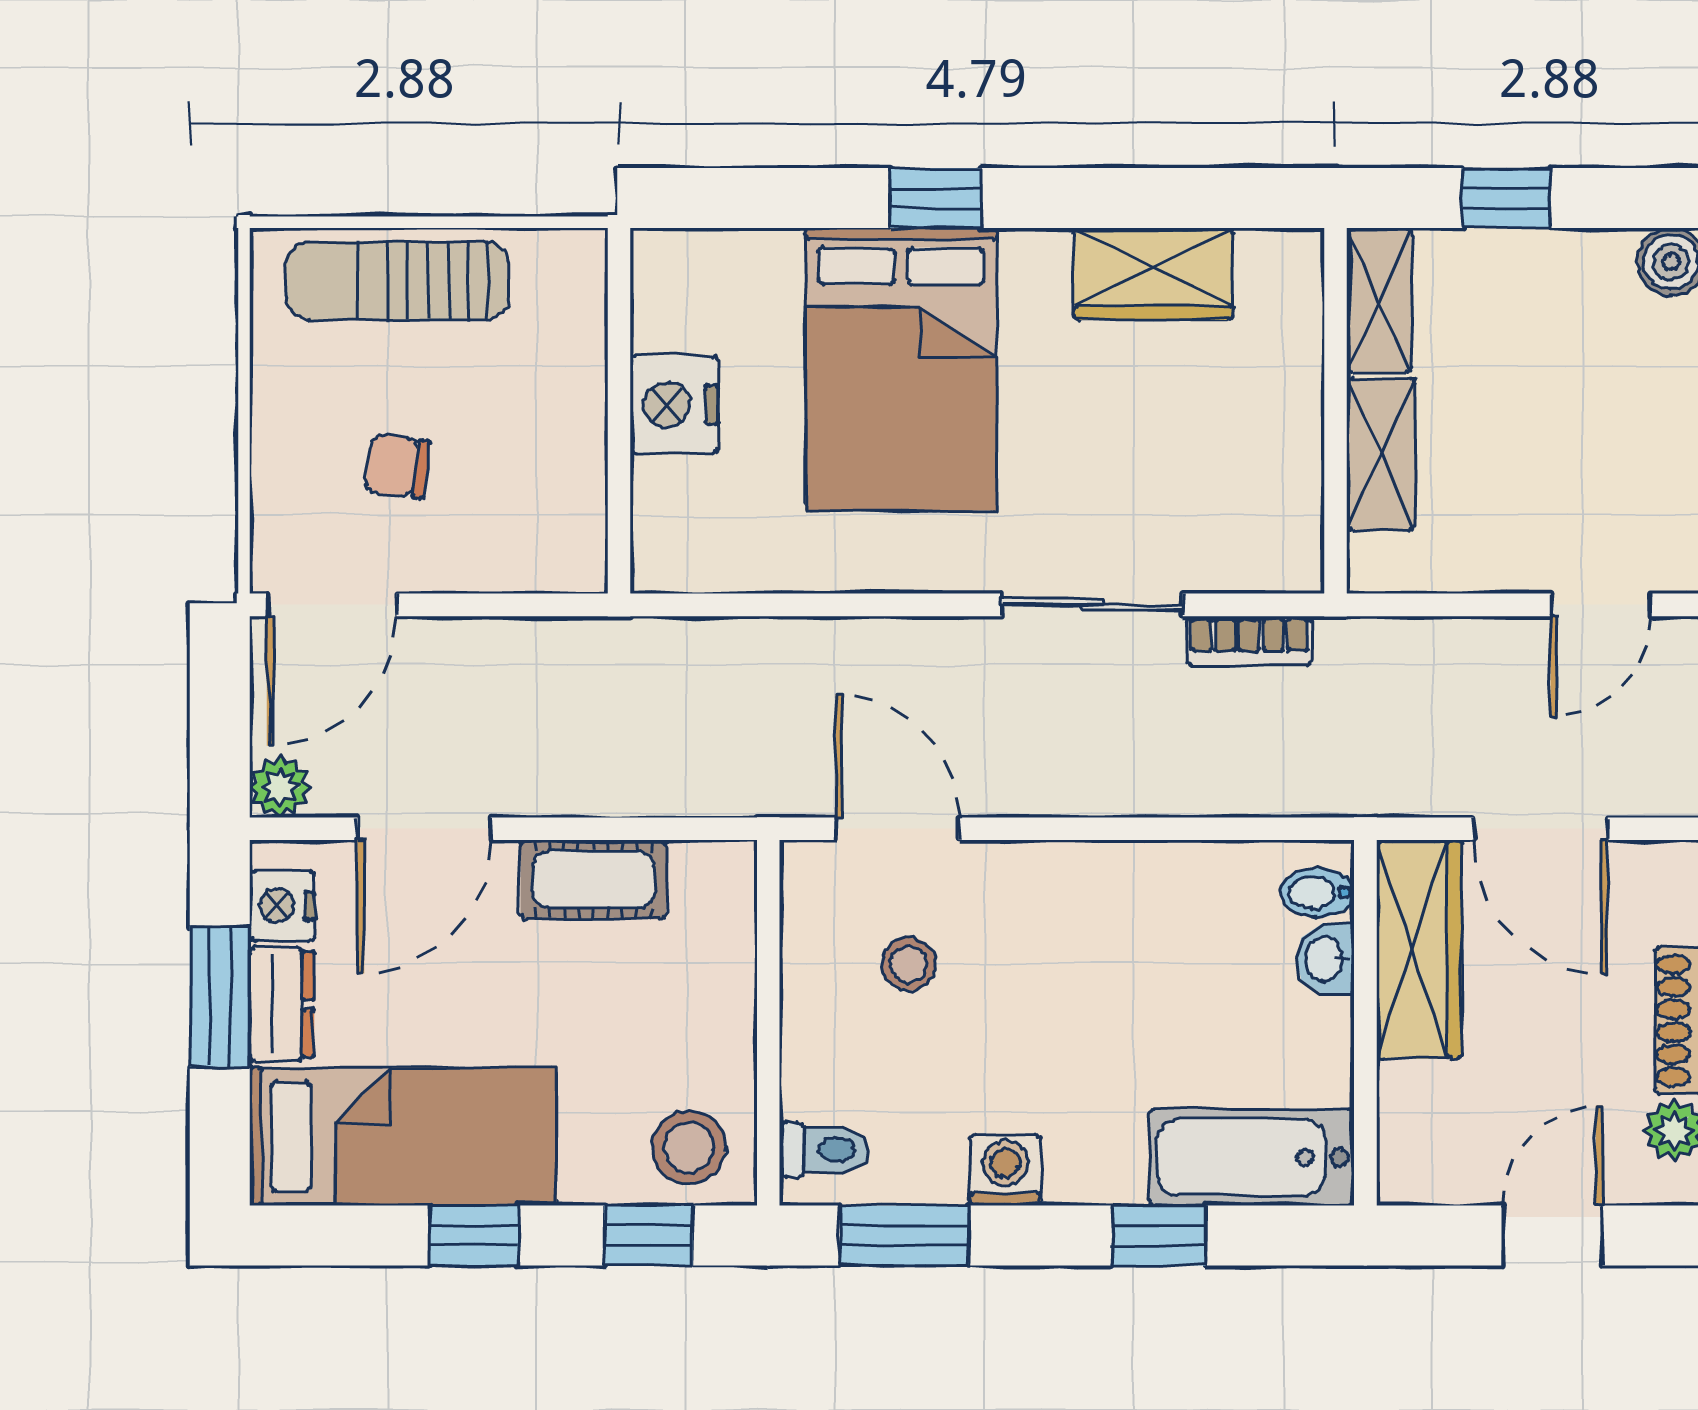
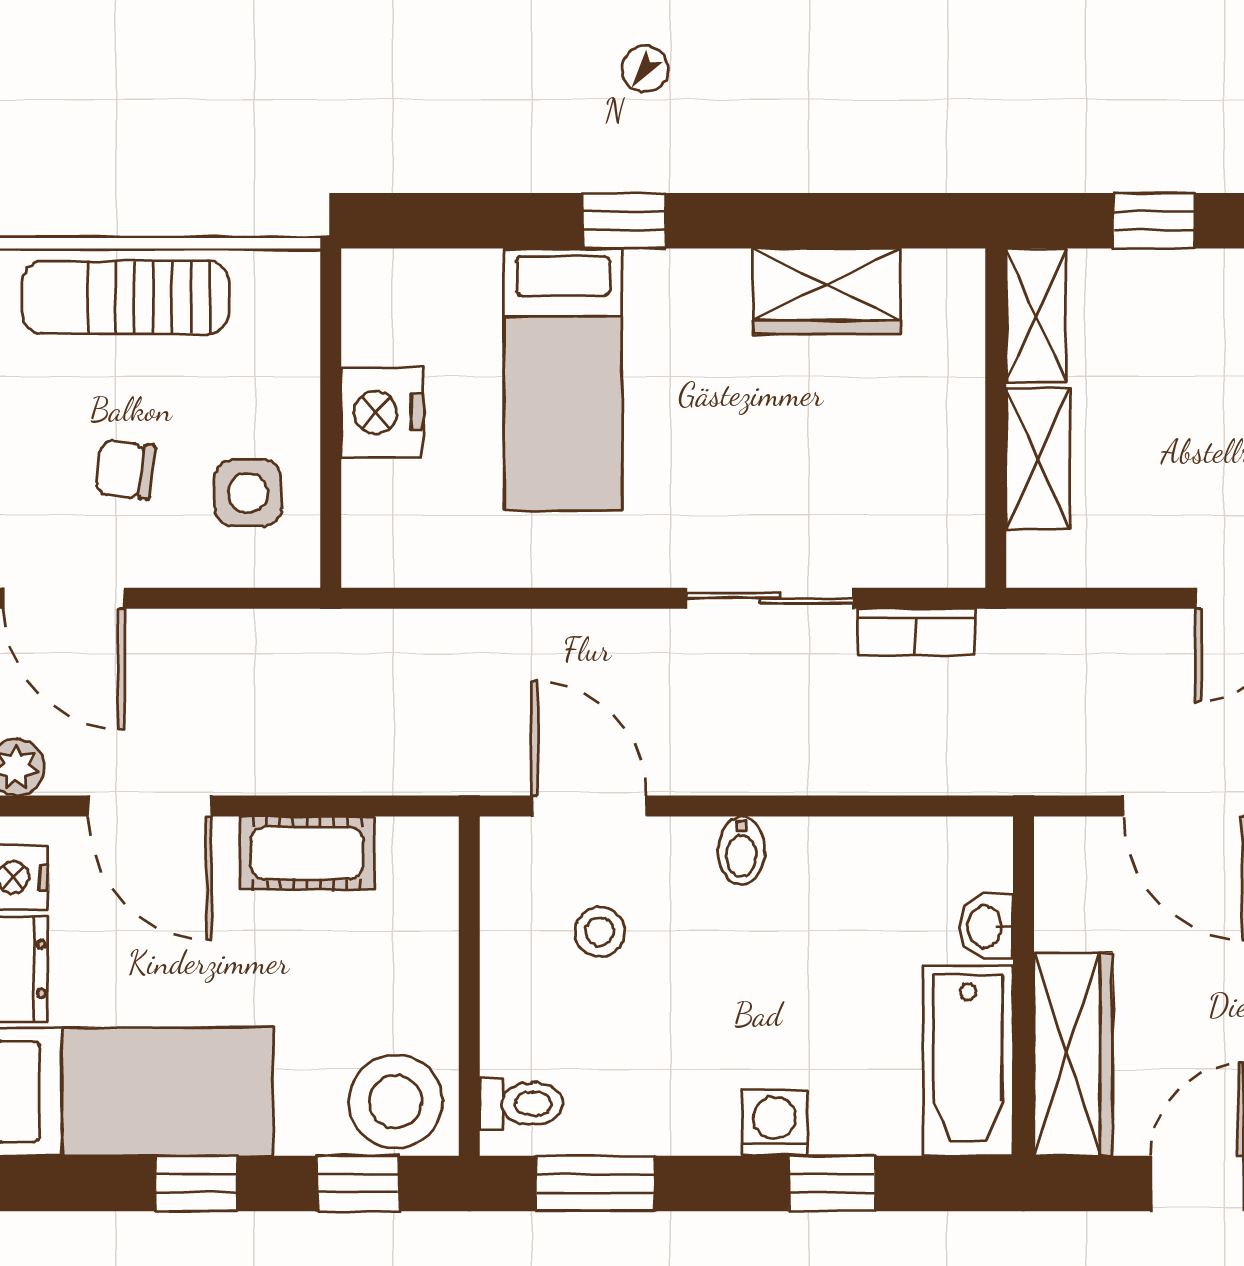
bed: (901, 369) -> (563, 379), width x0.67
side table: (530, 491) -> (248, 493), added
door: (332, 605) -> (64, 598), hinge flipped
door: (424, 829) -> (150, 806), hinge flipped
bidet: (1317, 892) -> (741, 851), moved, turned -90
wardrobe: (1419, 949) -> (1073, 1054), moved
stool: (689, 1147) -> (396, 1102), width x1.38, depth x1.38
bathtub: (1251, 1157) -> (968, 1060), moved, turned -90
washing machine: (1005, 1170) -> (774, 1123), moved

